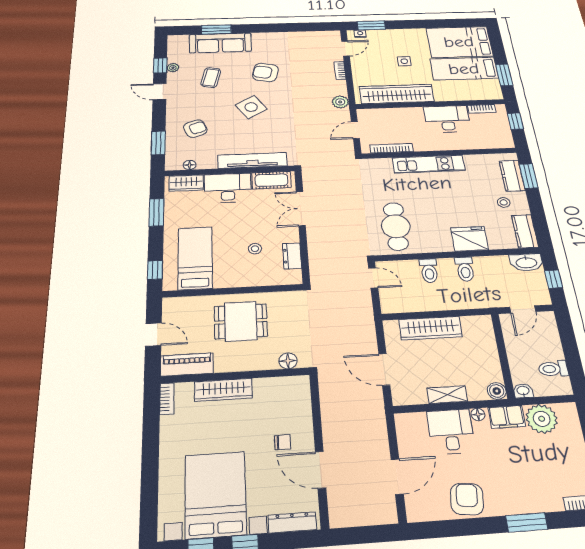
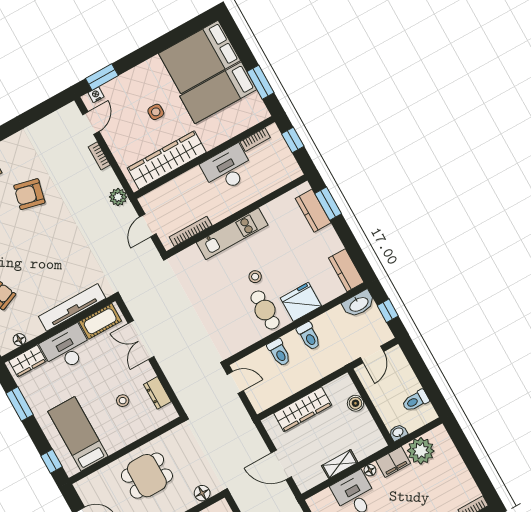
side table: (251, 107) -> (38, 245), removed
stool: (504, 202) -> (255, 277), moved
cafe table: (396, 226) -> (265, 310), moved, width x0.73, depth x0.74
boiler: (497, 391) -> (355, 403), moved

